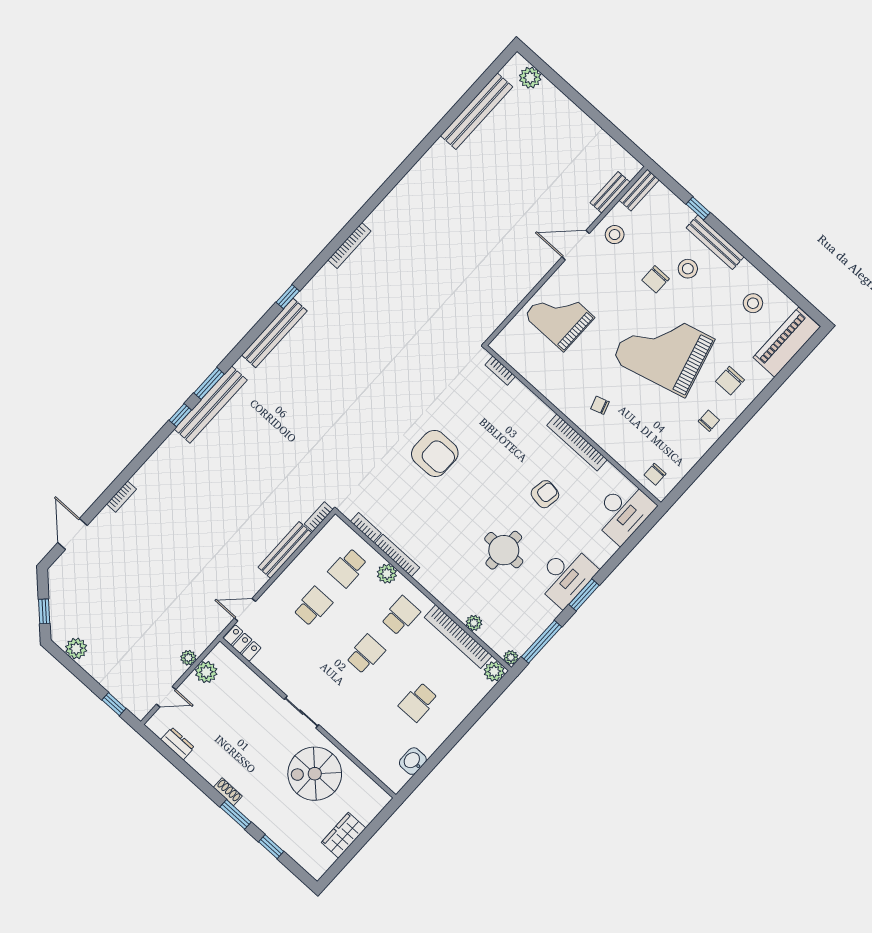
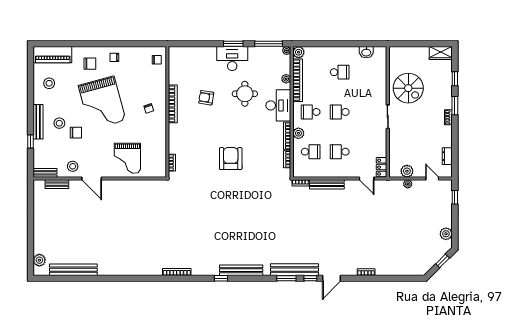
desk: (623, 512) -> (278, 105), moved, turned 90
door: (72, 534) -> (332, 278), moved
wardrobe: (344, 835) -> (441, 53), moved

